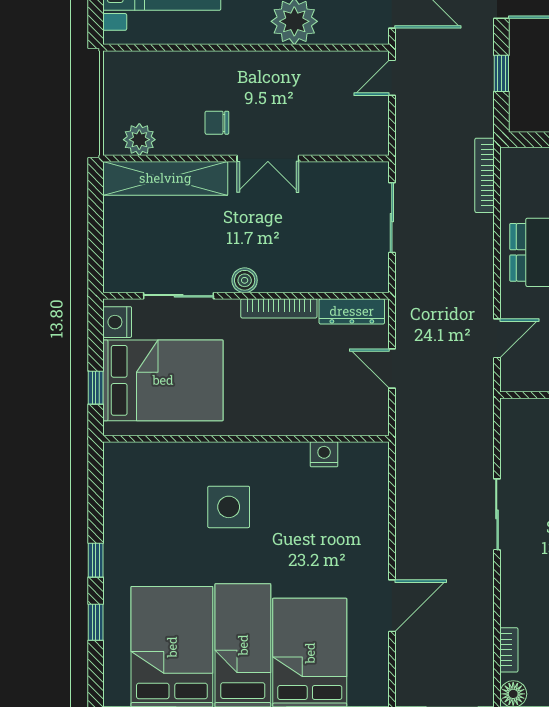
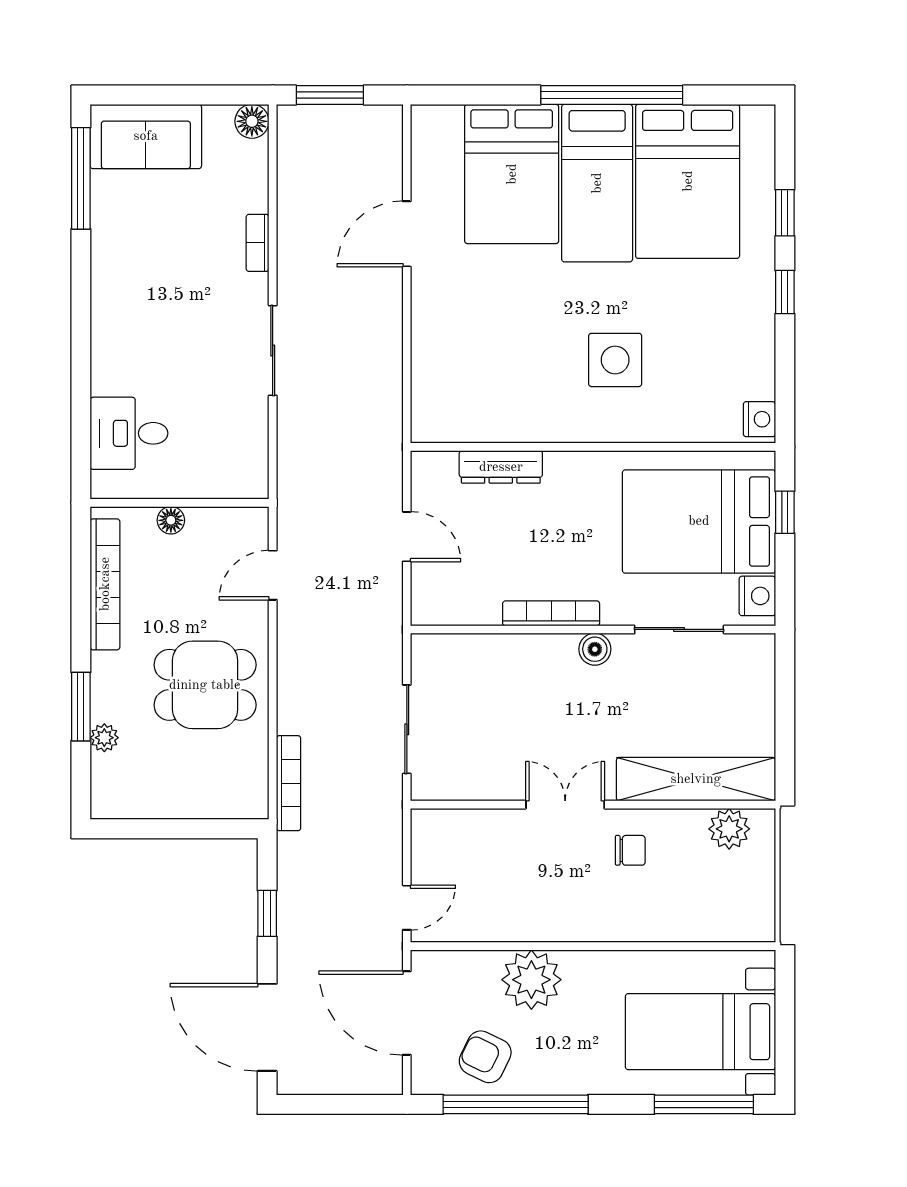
dresser: (352, 311) -> (501, 467), moved, turned 180
nightstand: (324, 454) -> (759, 419), moved, turned -90
bookcase: (509, 650) -> (258, 243), moved

